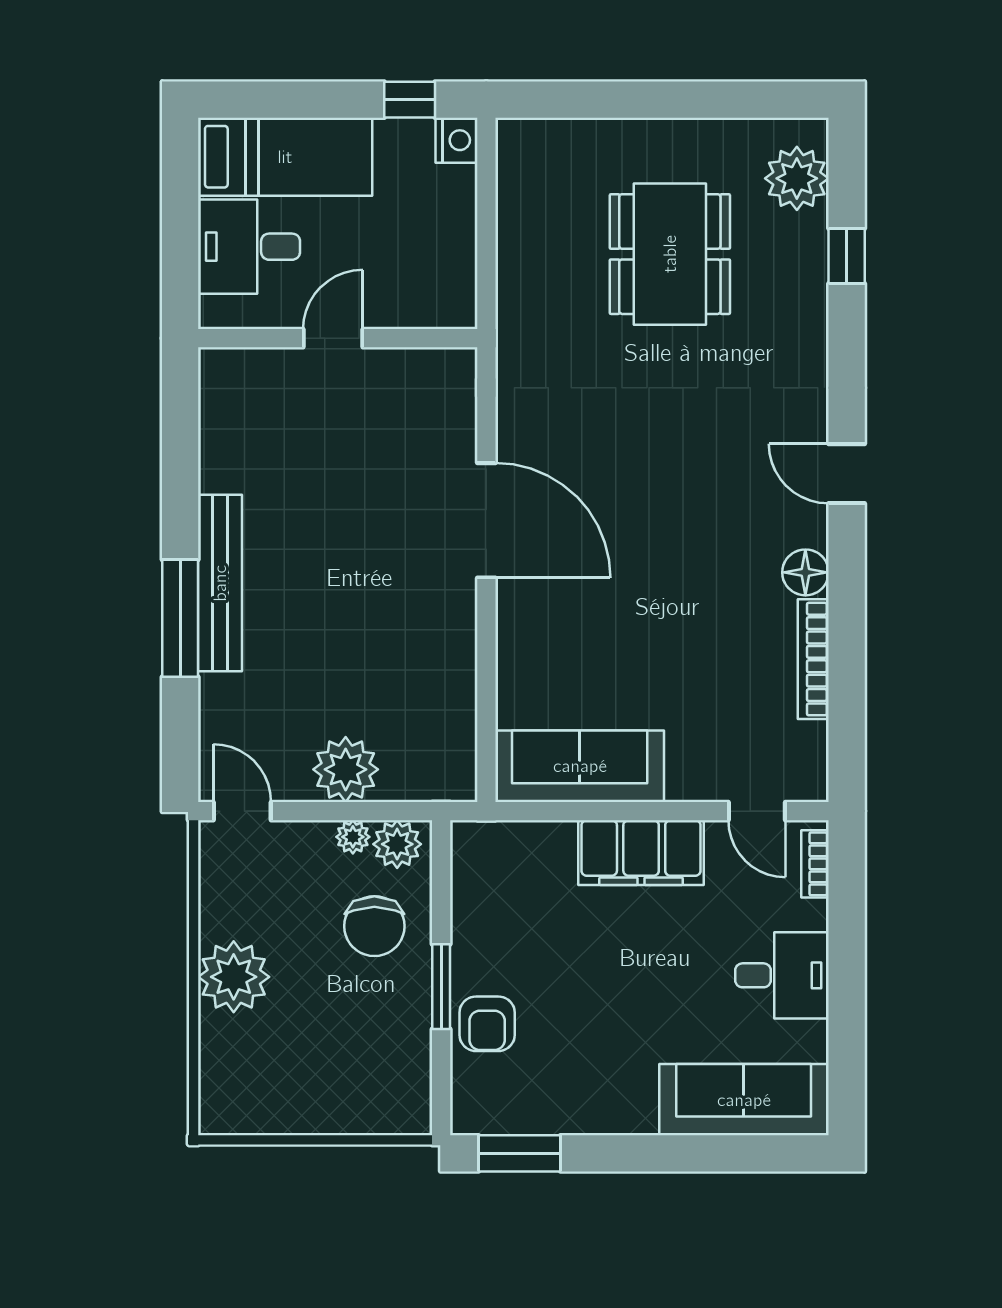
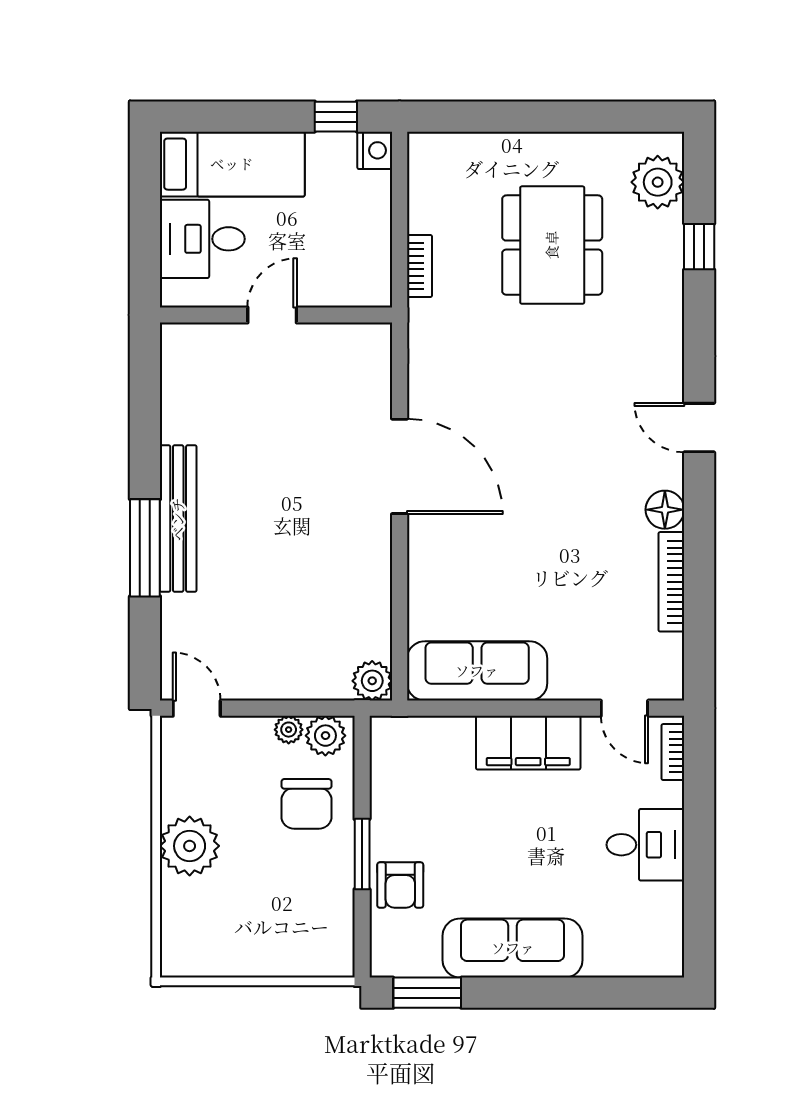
bookcase: (510, 279) -> (419, 266), added
plant: (346, 769) -> (372, 681), moved, width x0.73, depth x0.73
sofa: (744, 1100) -> (513, 948), moved

